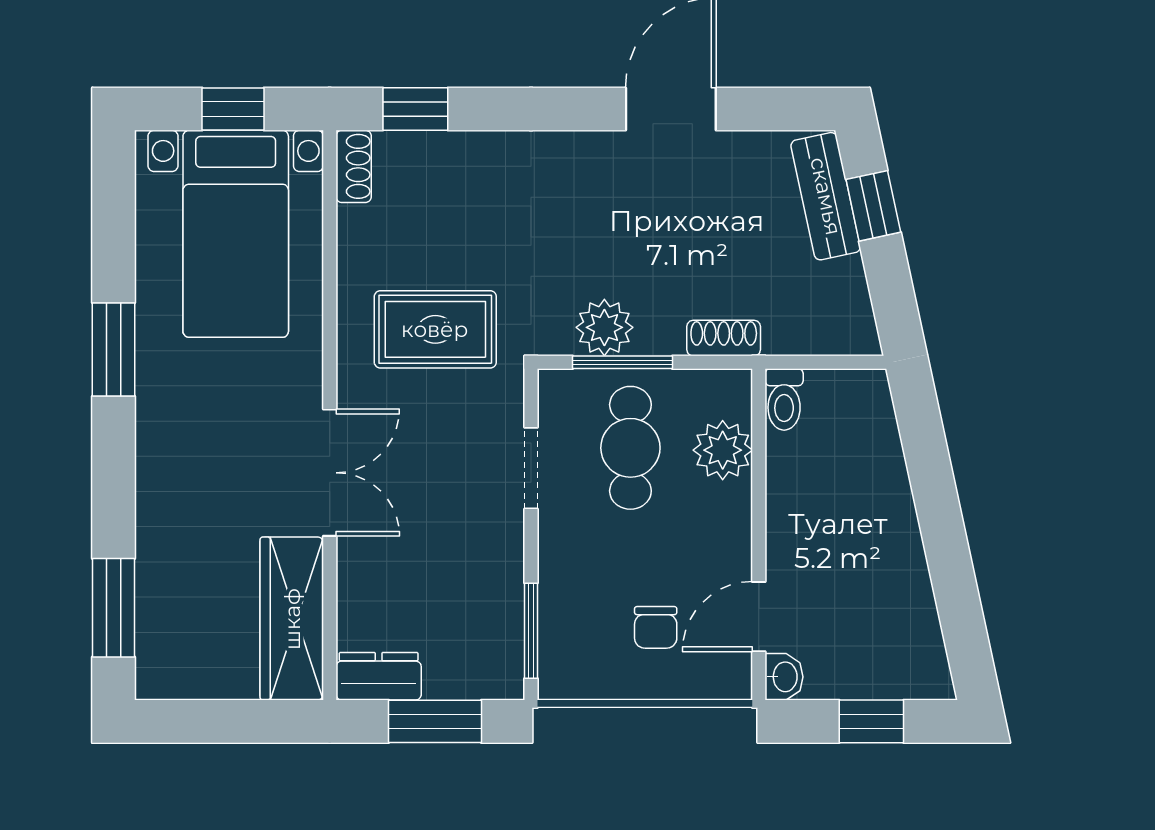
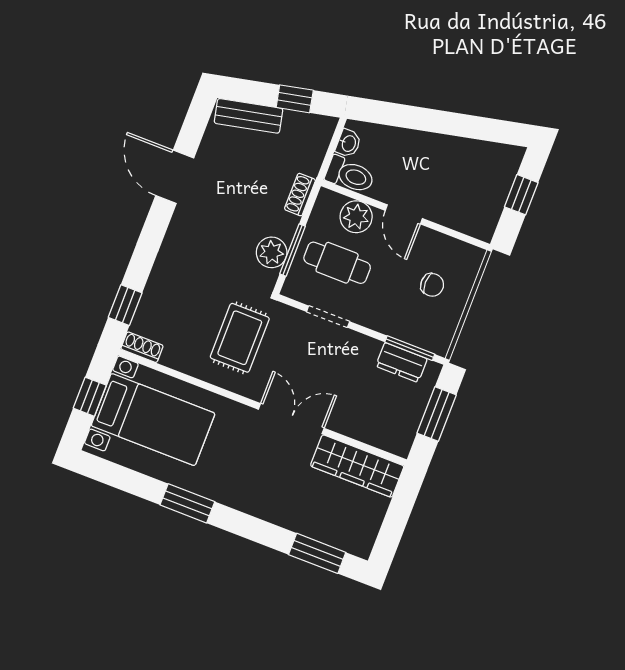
window: (873, 206) -> (295, 99), moved
toilet: (784, 399) -> (350, 175), width x1.37, depth x1.39
door: (759, 617) -> (404, 214), moved
dresser: (379, 676) -> (401, 362), moved, turned -90
washbasin: (784, 677) -> (348, 143), moved, turned 90

